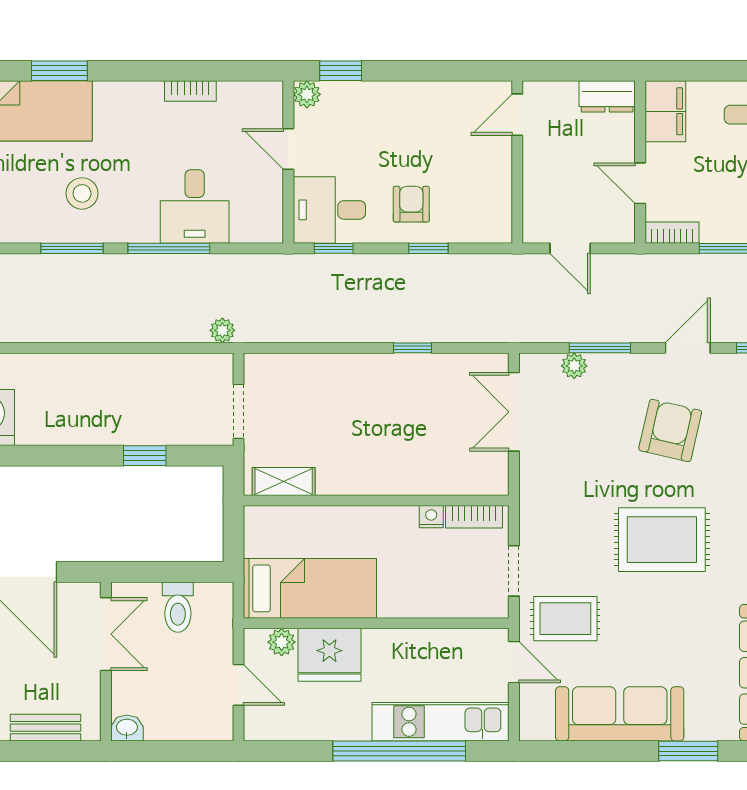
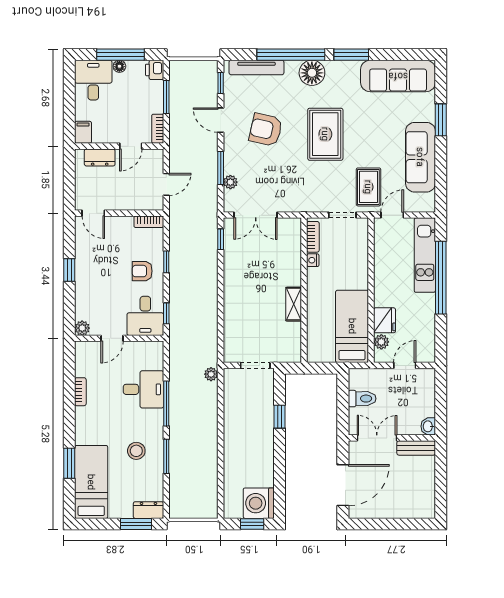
window: (341, 71) -> (69, 270), moved
dresser: (607, 96) -> (100, 157), moved, turned 90
filing cabinet: (665, 111) -> (83, 132), width x0.50
bookcase: (501, 216) -> (149, 222), added
window: (413, 348) -> (221, 239), moved
shelving: (284, 481) -> (294, 304), moved
fridge: (329, 655) -> (385, 320), width x0.73, depth x0.75
bench: (46, 728) -> (416, 448), moved, turned 90

